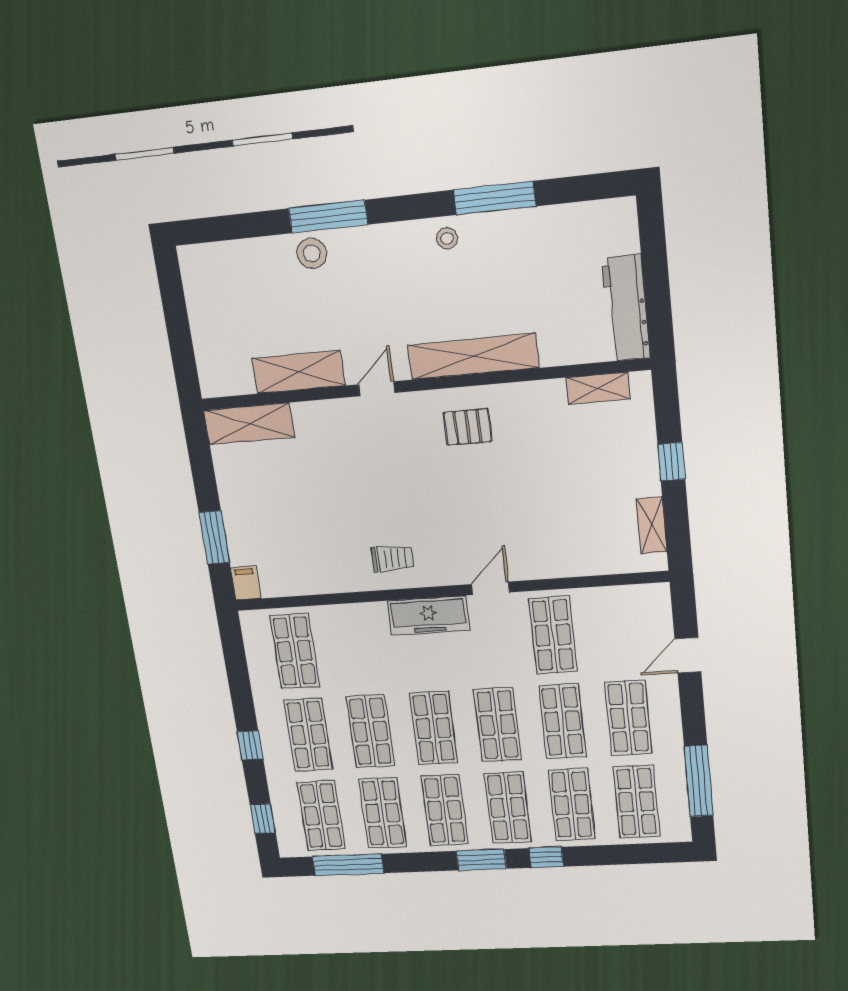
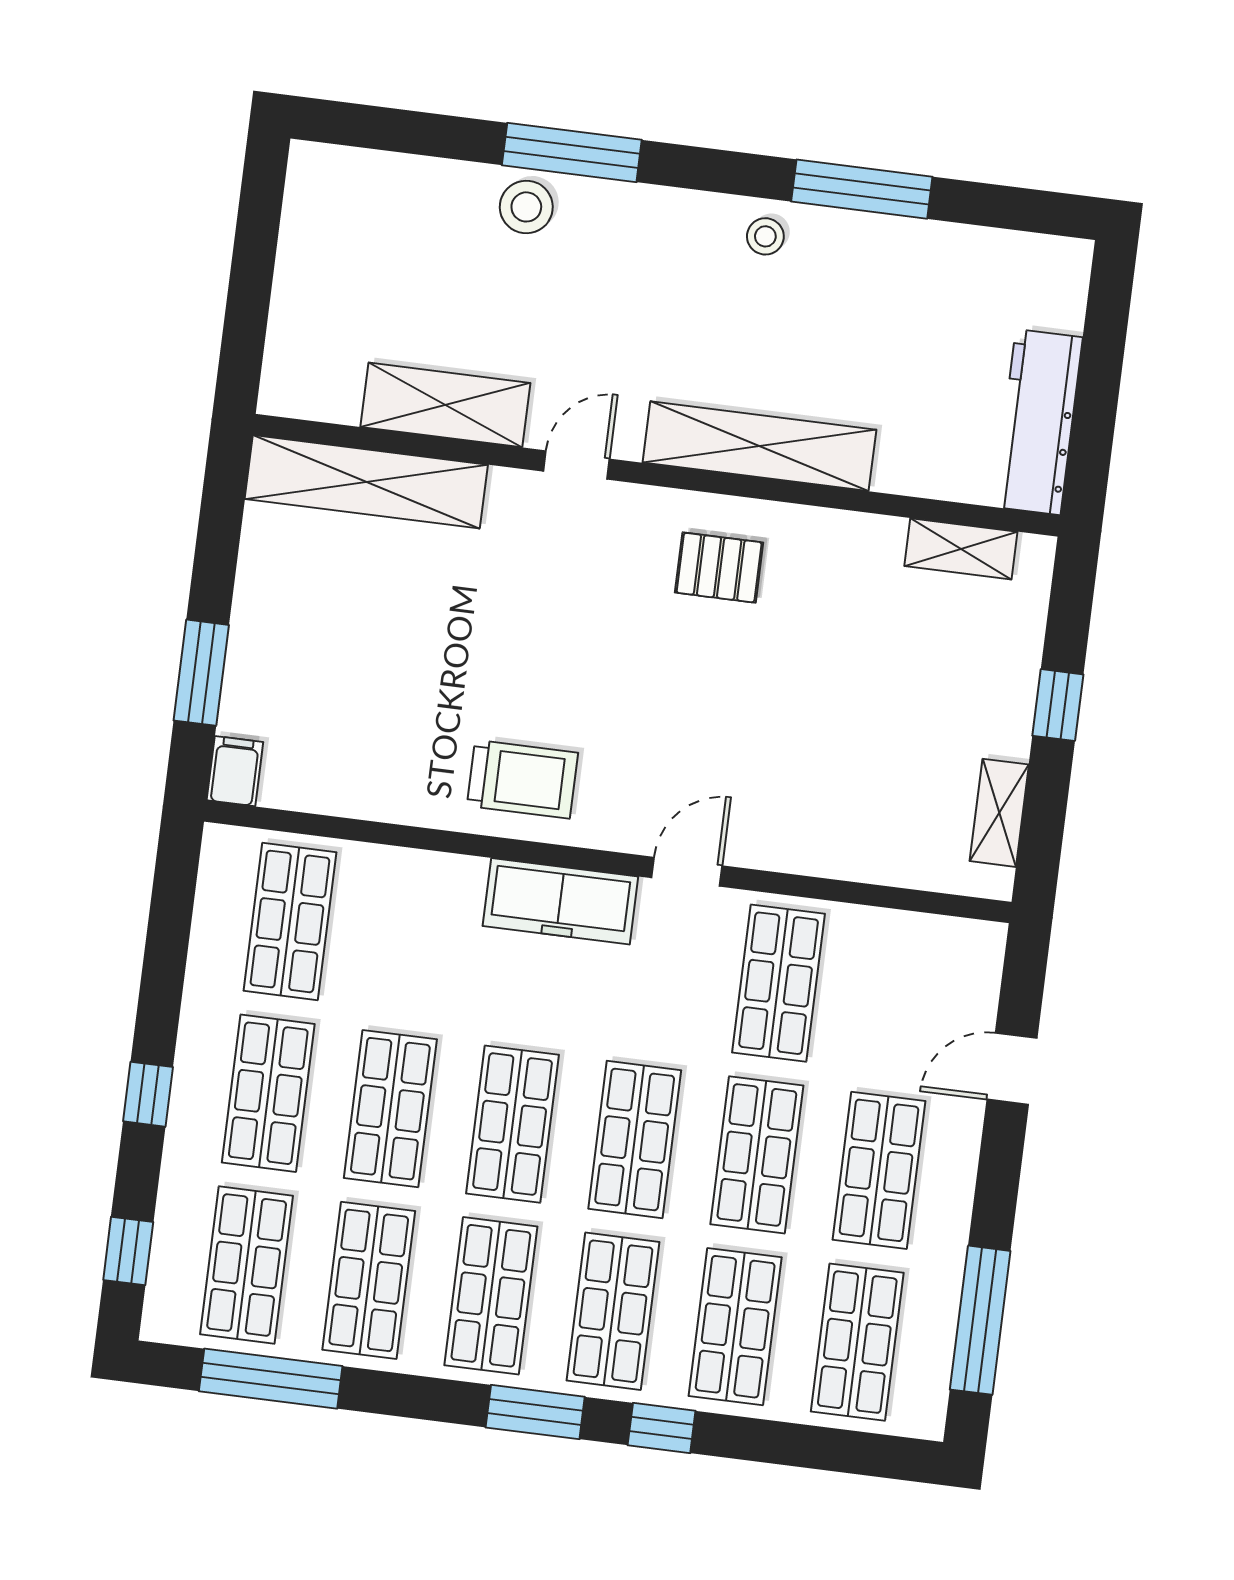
shelving: (249, 424) -> (366, 482), width x1.47
trolley: (393, 558) -> (522, 779), width x1.36, depth x1.39

